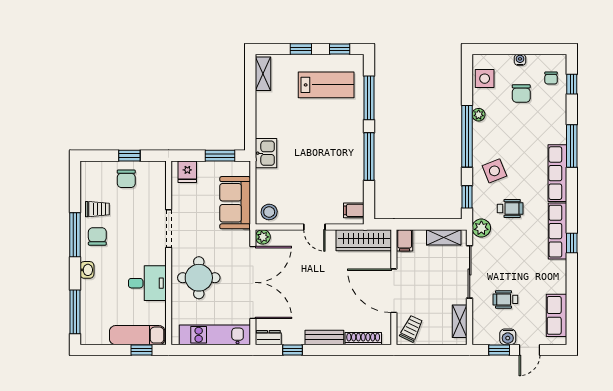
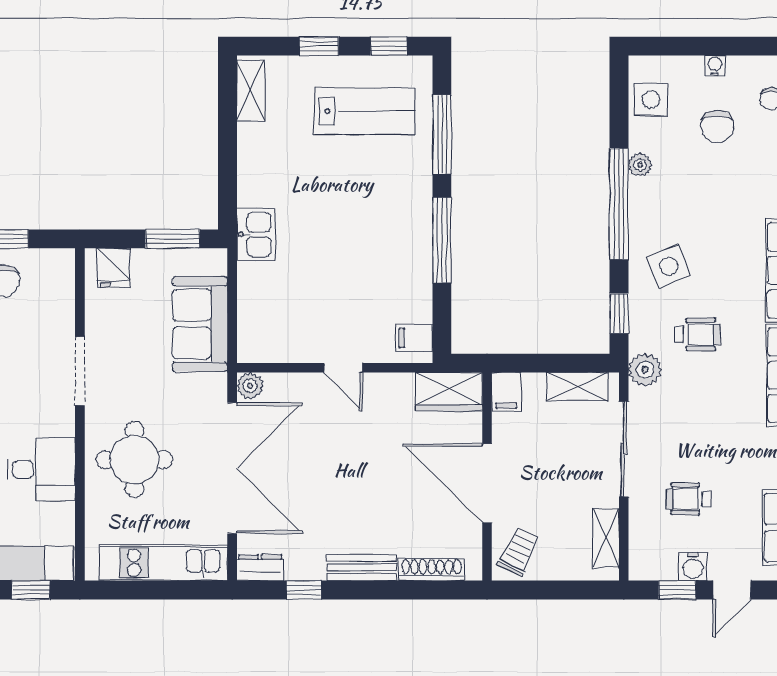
stool: (269, 212) -> (262, 341), removed
wardrobe: (364, 240) -> (449, 392), width x0.67

